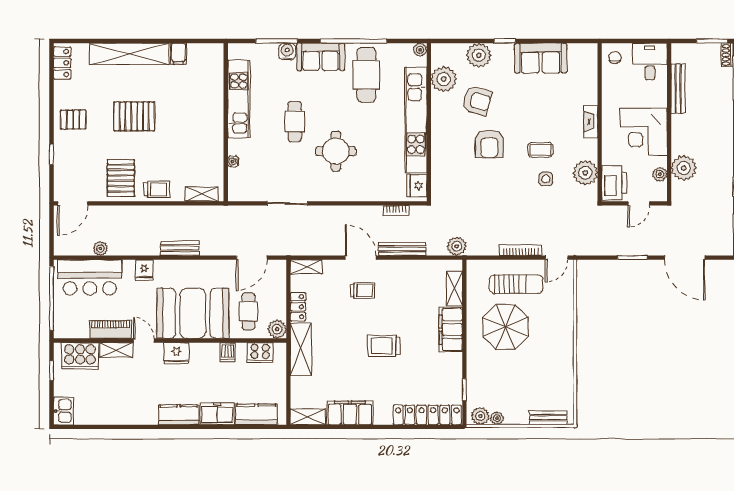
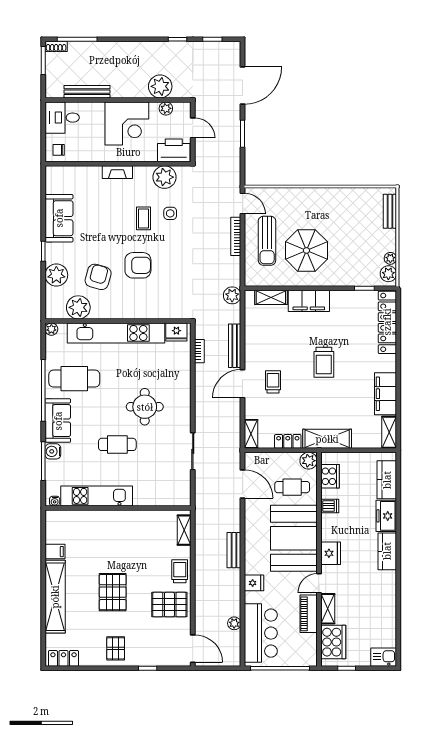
water cooler: (233, 162) -> (55, 501), moved
sun lounger: (516, 284) -> (267, 241), turned 180

